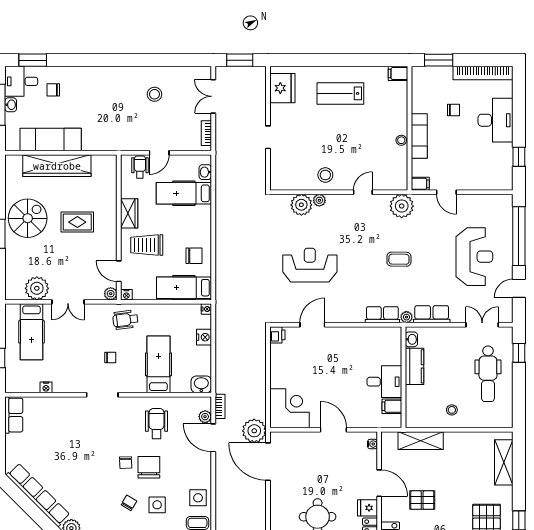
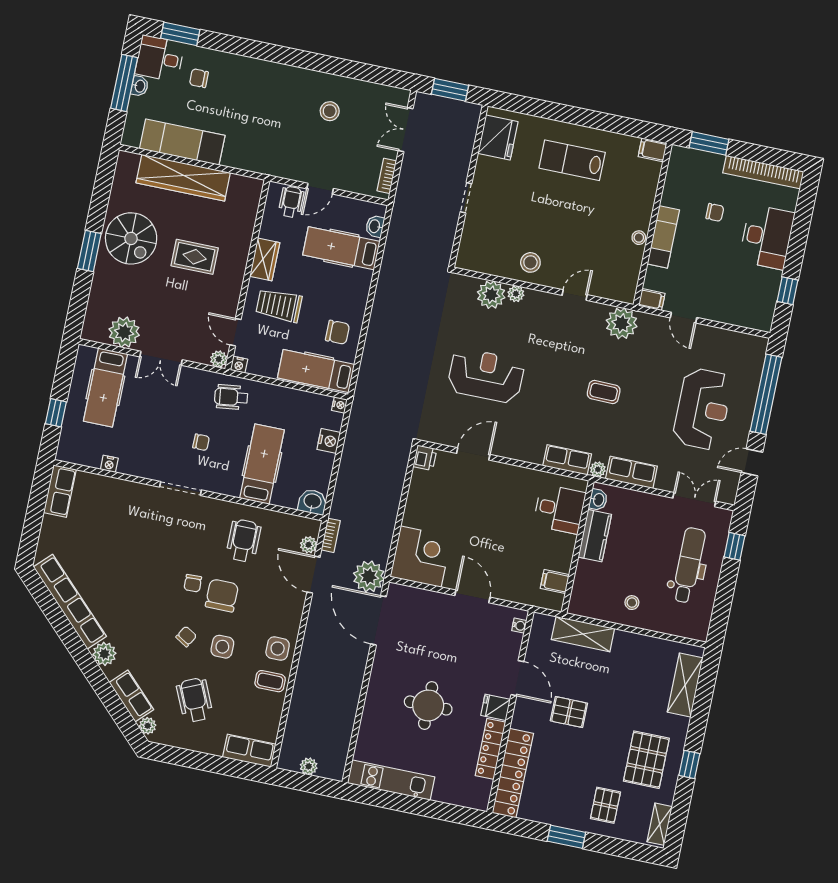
spiral stairs: (28, 218) -> (131, 238), turned 90
dental chair: (488, 374) -> (689, 565), turned 180
desk: (384, 382) -> (560, 509), moved

